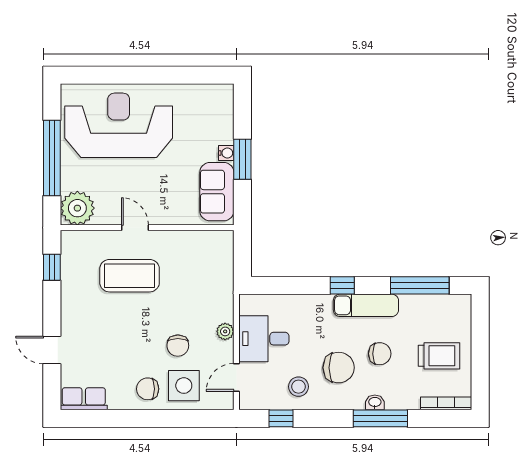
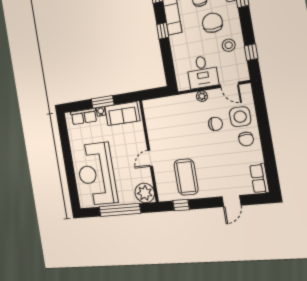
row of seats: (222, 119) -> (84, 117), added
coffee table: (130, 276) -> (186, 177), moved

